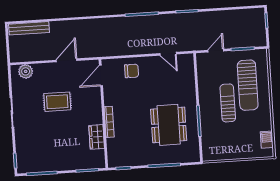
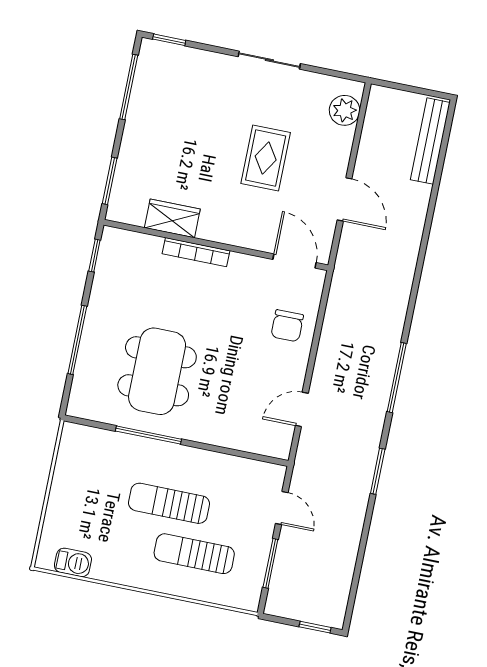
sun lounger: (248, 85) -> (194, 554), width x0.73, depth x0.75
sun lounger: (228, 103) -> (169, 503), turned 180
dining table: (169, 125) -> (157, 371), turned 90

